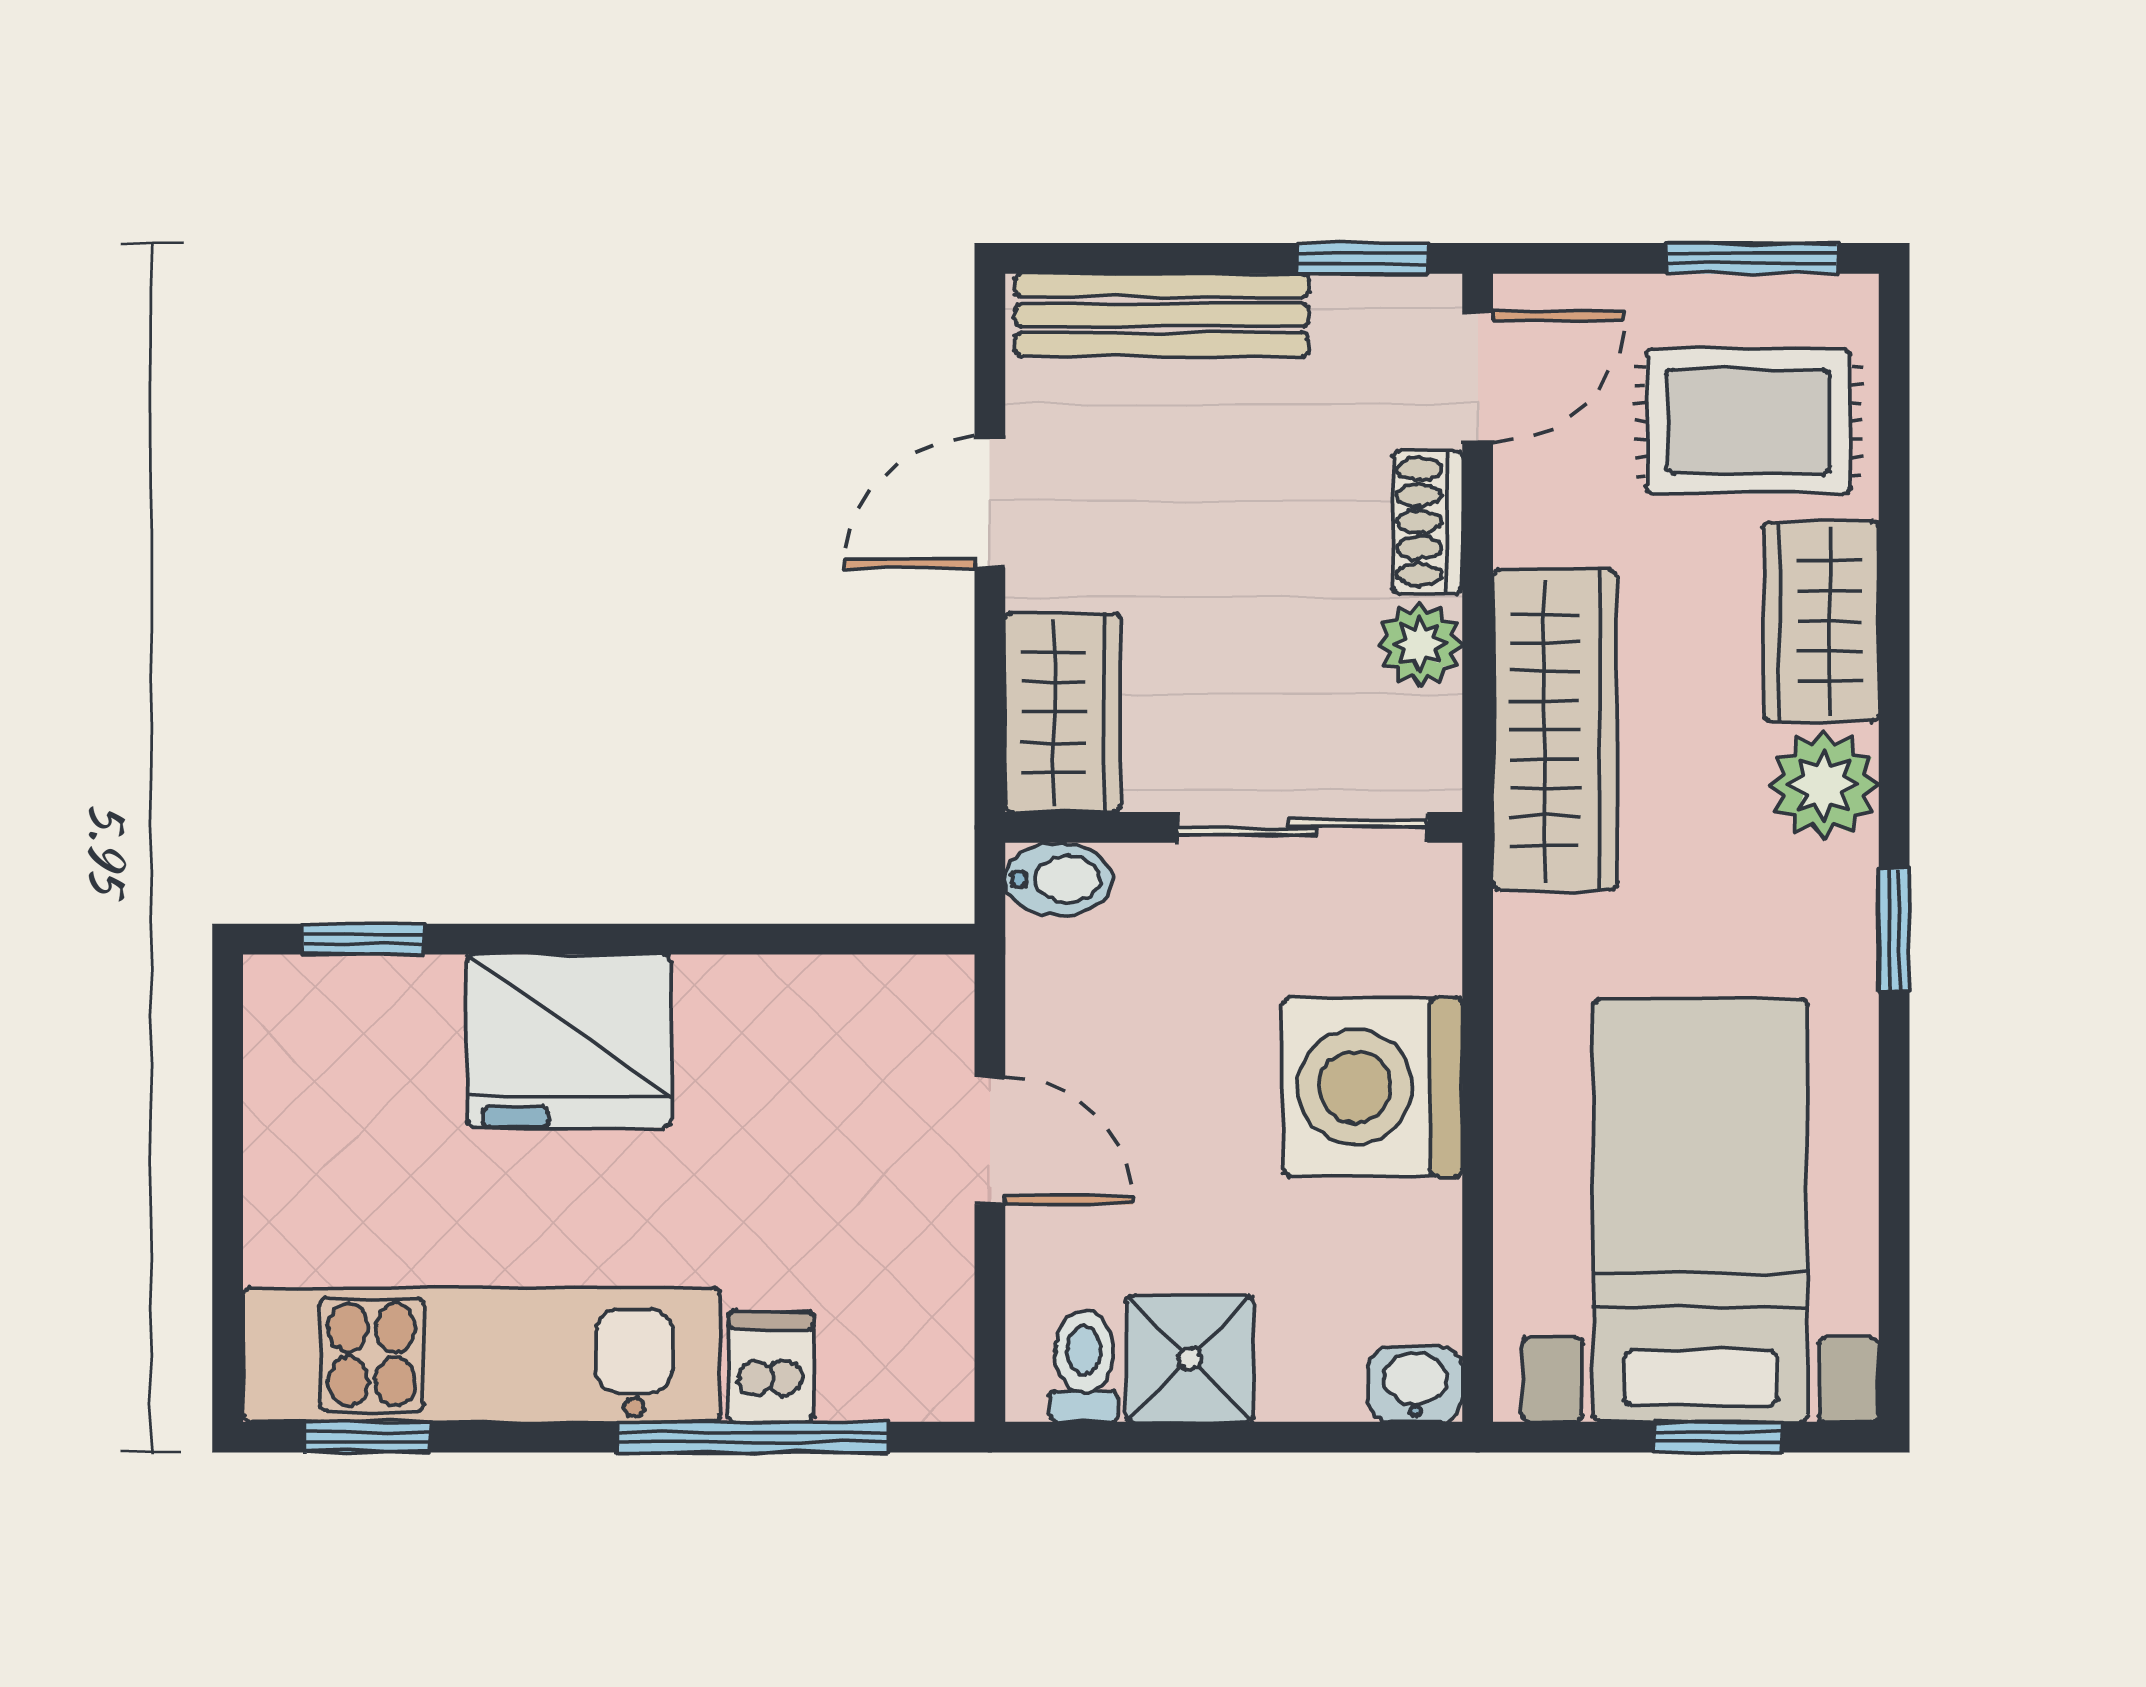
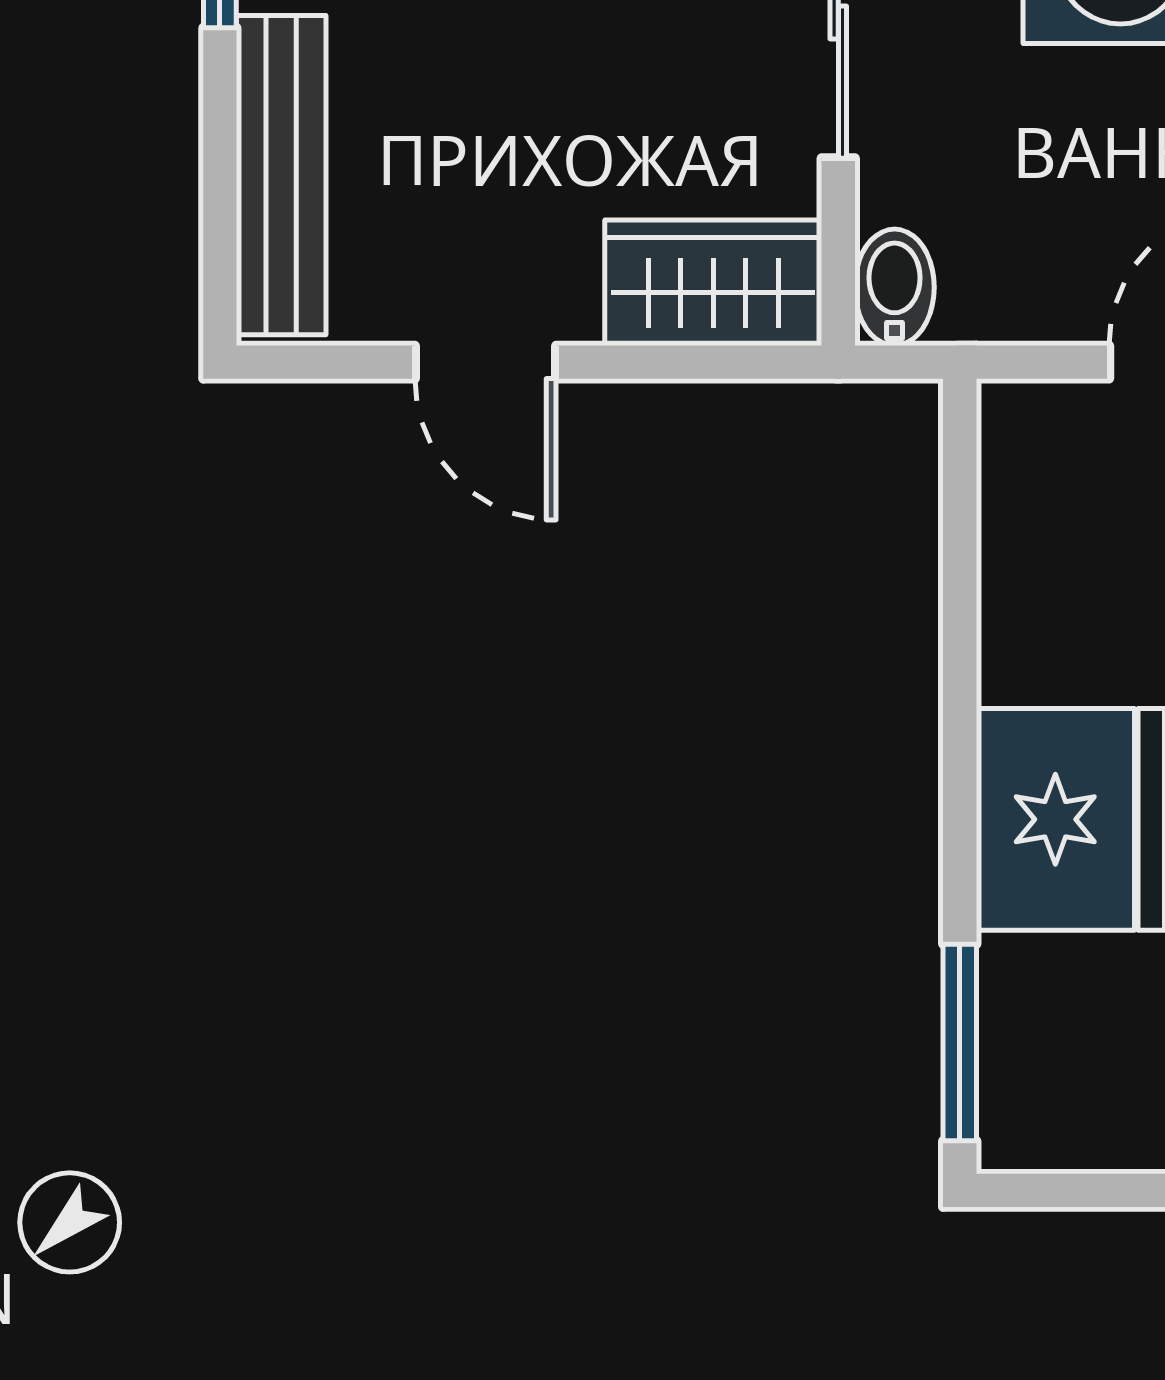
window: (364, 939) -> (960, 1042), width x1.50

